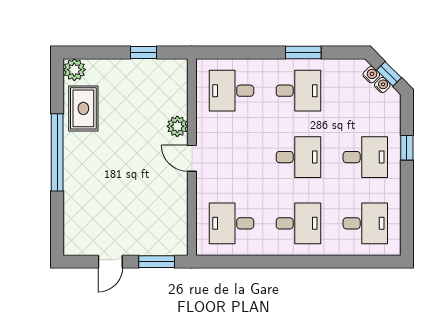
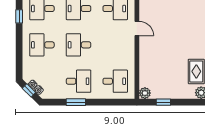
desk: (298, 91) -> (79, 81), turned 180
plant: (177, 126) -> (145, 93), moved
window: (407, 148) -> (19, 16), moved
door: (192, 158) -> (137, 29), moved

